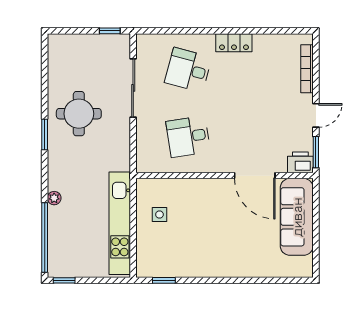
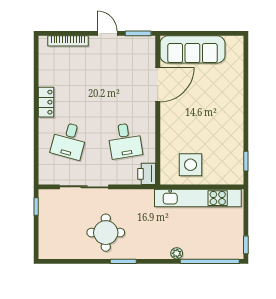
printer: (300, 162) -> (147, 174), moved
side table: (159, 215) -> (191, 165), width x1.87, depth x1.87

